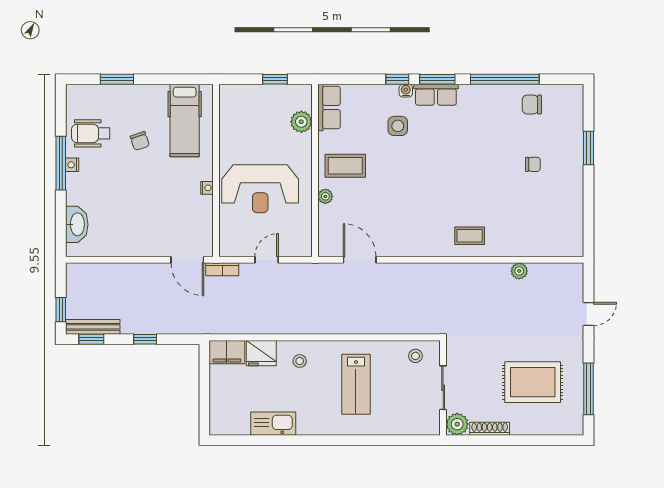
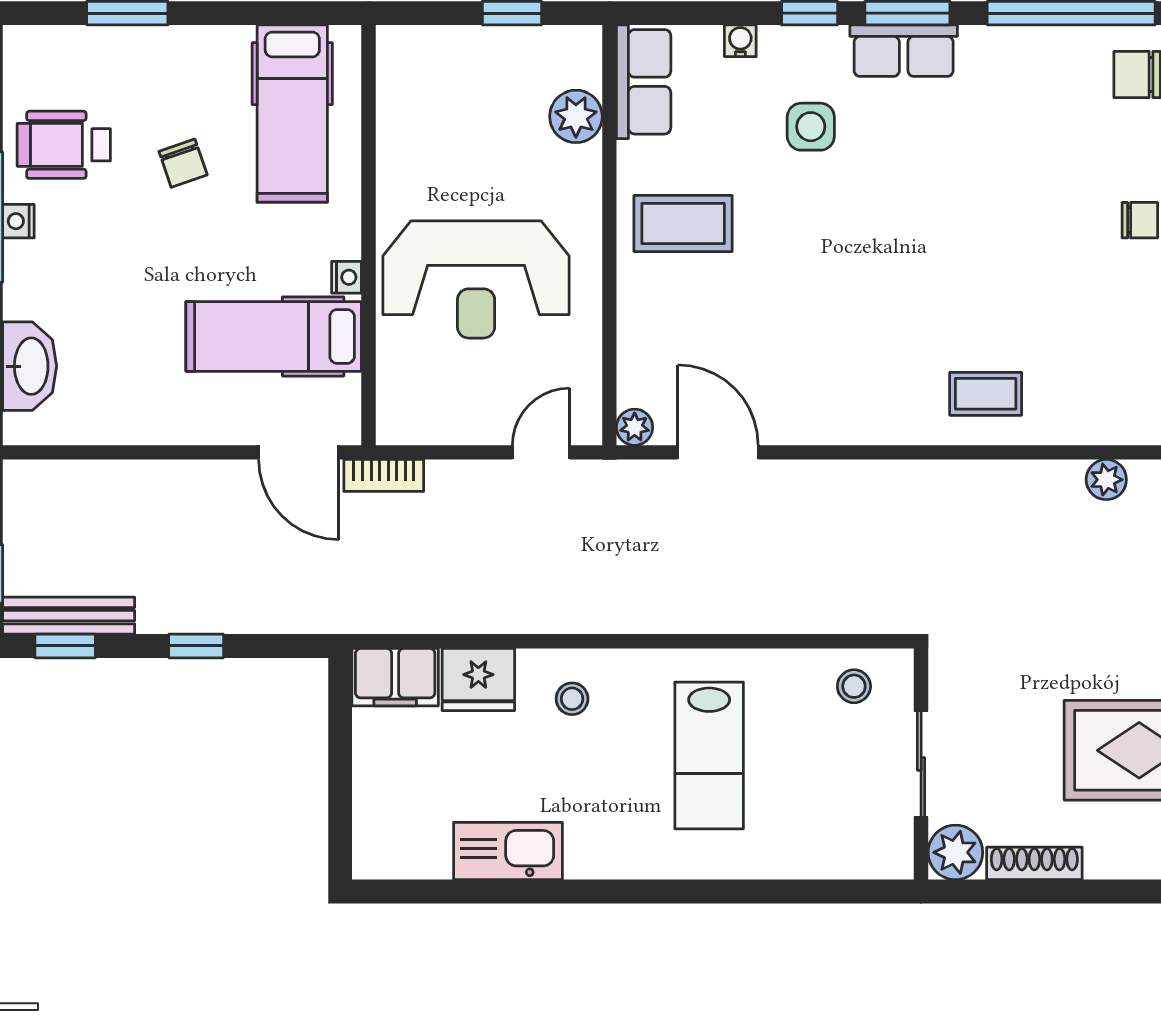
water cooler: (406, 91) -> (740, 41), moved
plant: (325, 196) -> (635, 427), moved
hospital bed: (177, 212) -> (274, 336), added
door: (267, 260) -> (541, 452), moved

